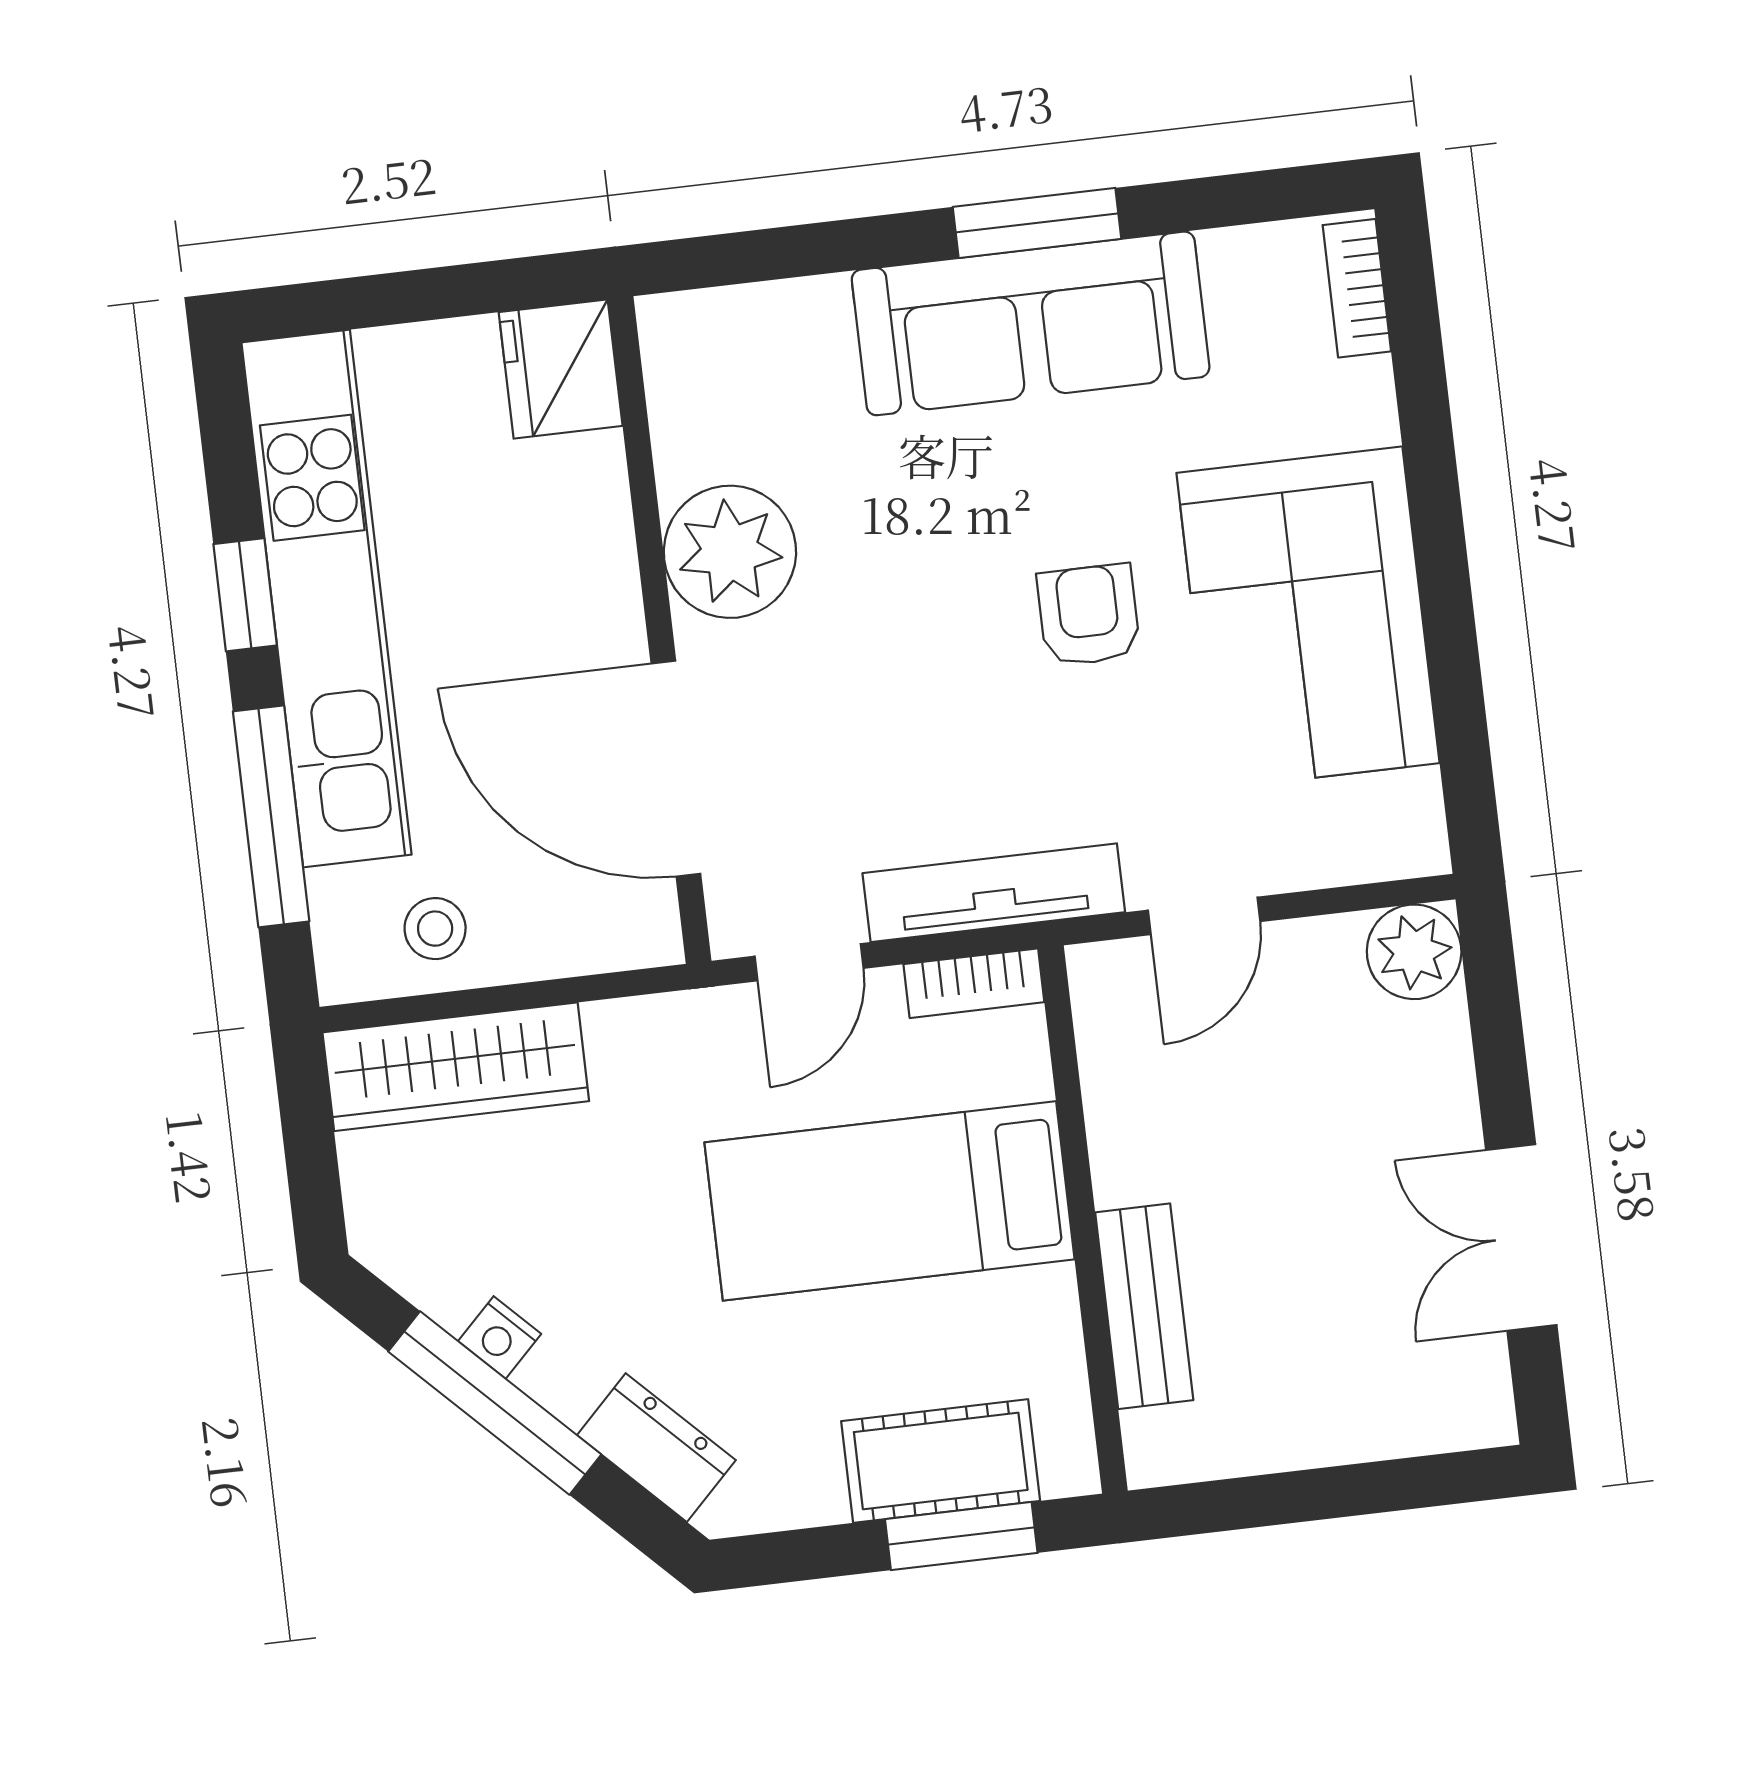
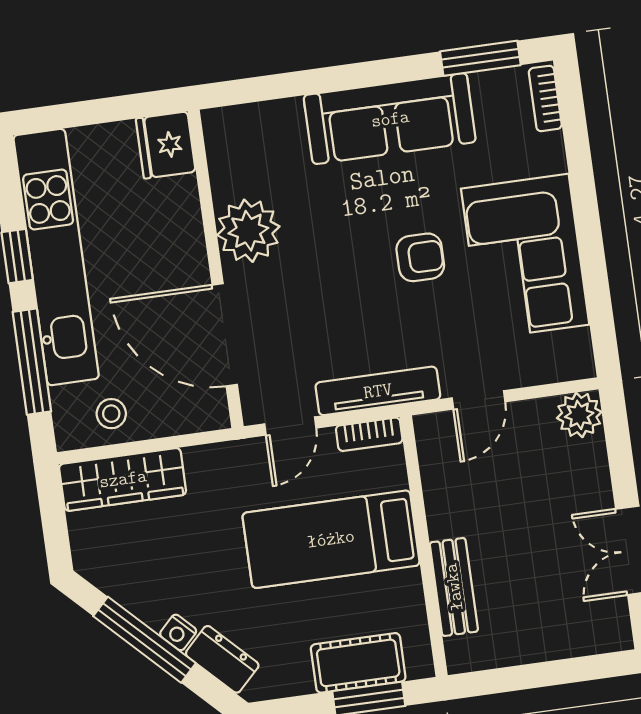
window: (1037, 223) -> (480, 58), moved
armchair: (1088, 615) -> (420, 257), turned 90
nightstand: (500, 1337) -> (178, 632), moved

